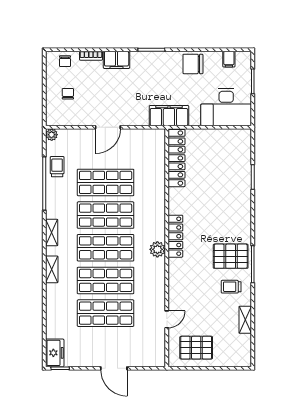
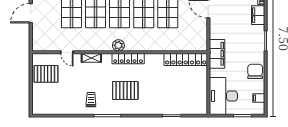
pallet: (231, 256) -> (125, 90), moved, turned 90
shelving: (245, 320) -> (91, 58), moved
pallet: (196, 348) -> (46, 74), turned 90

